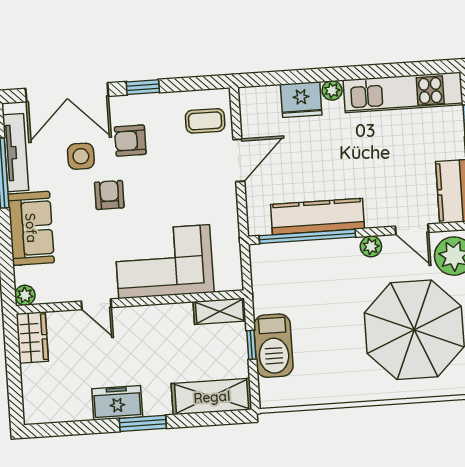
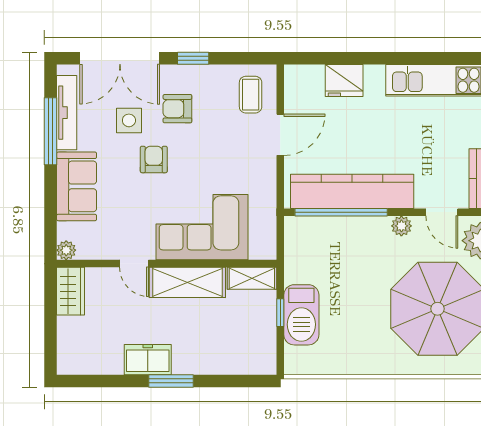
plant: (332, 90) -> (374, 74), removed
coffee table: (205, 121) -> (251, 95), turned 90
kitchen counter: (317, 216) -> (352, 191), width x1.39, depth x1.17
shelving: (212, 397) -> (187, 282), moved

